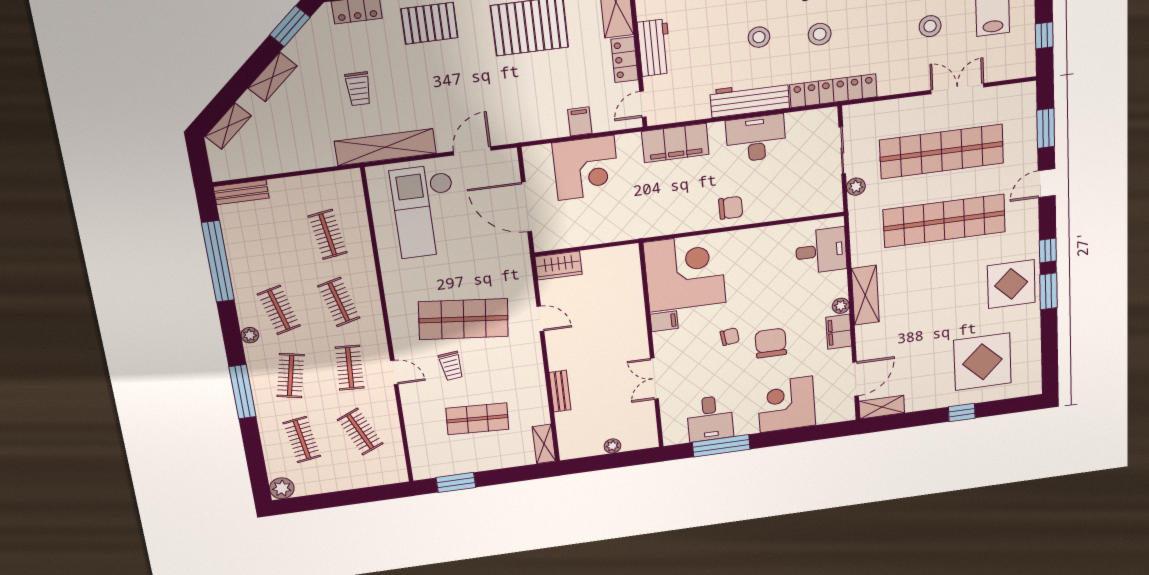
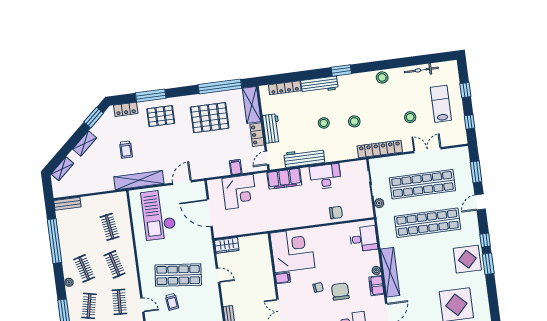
locker: (833, 91) -> (380, 149), moved
workbench: (750, 99) -> (304, 158), moved
chair: (731, 208) -> (336, 212), moved
shelving: (865, 295) -> (390, 272), width x1.47

